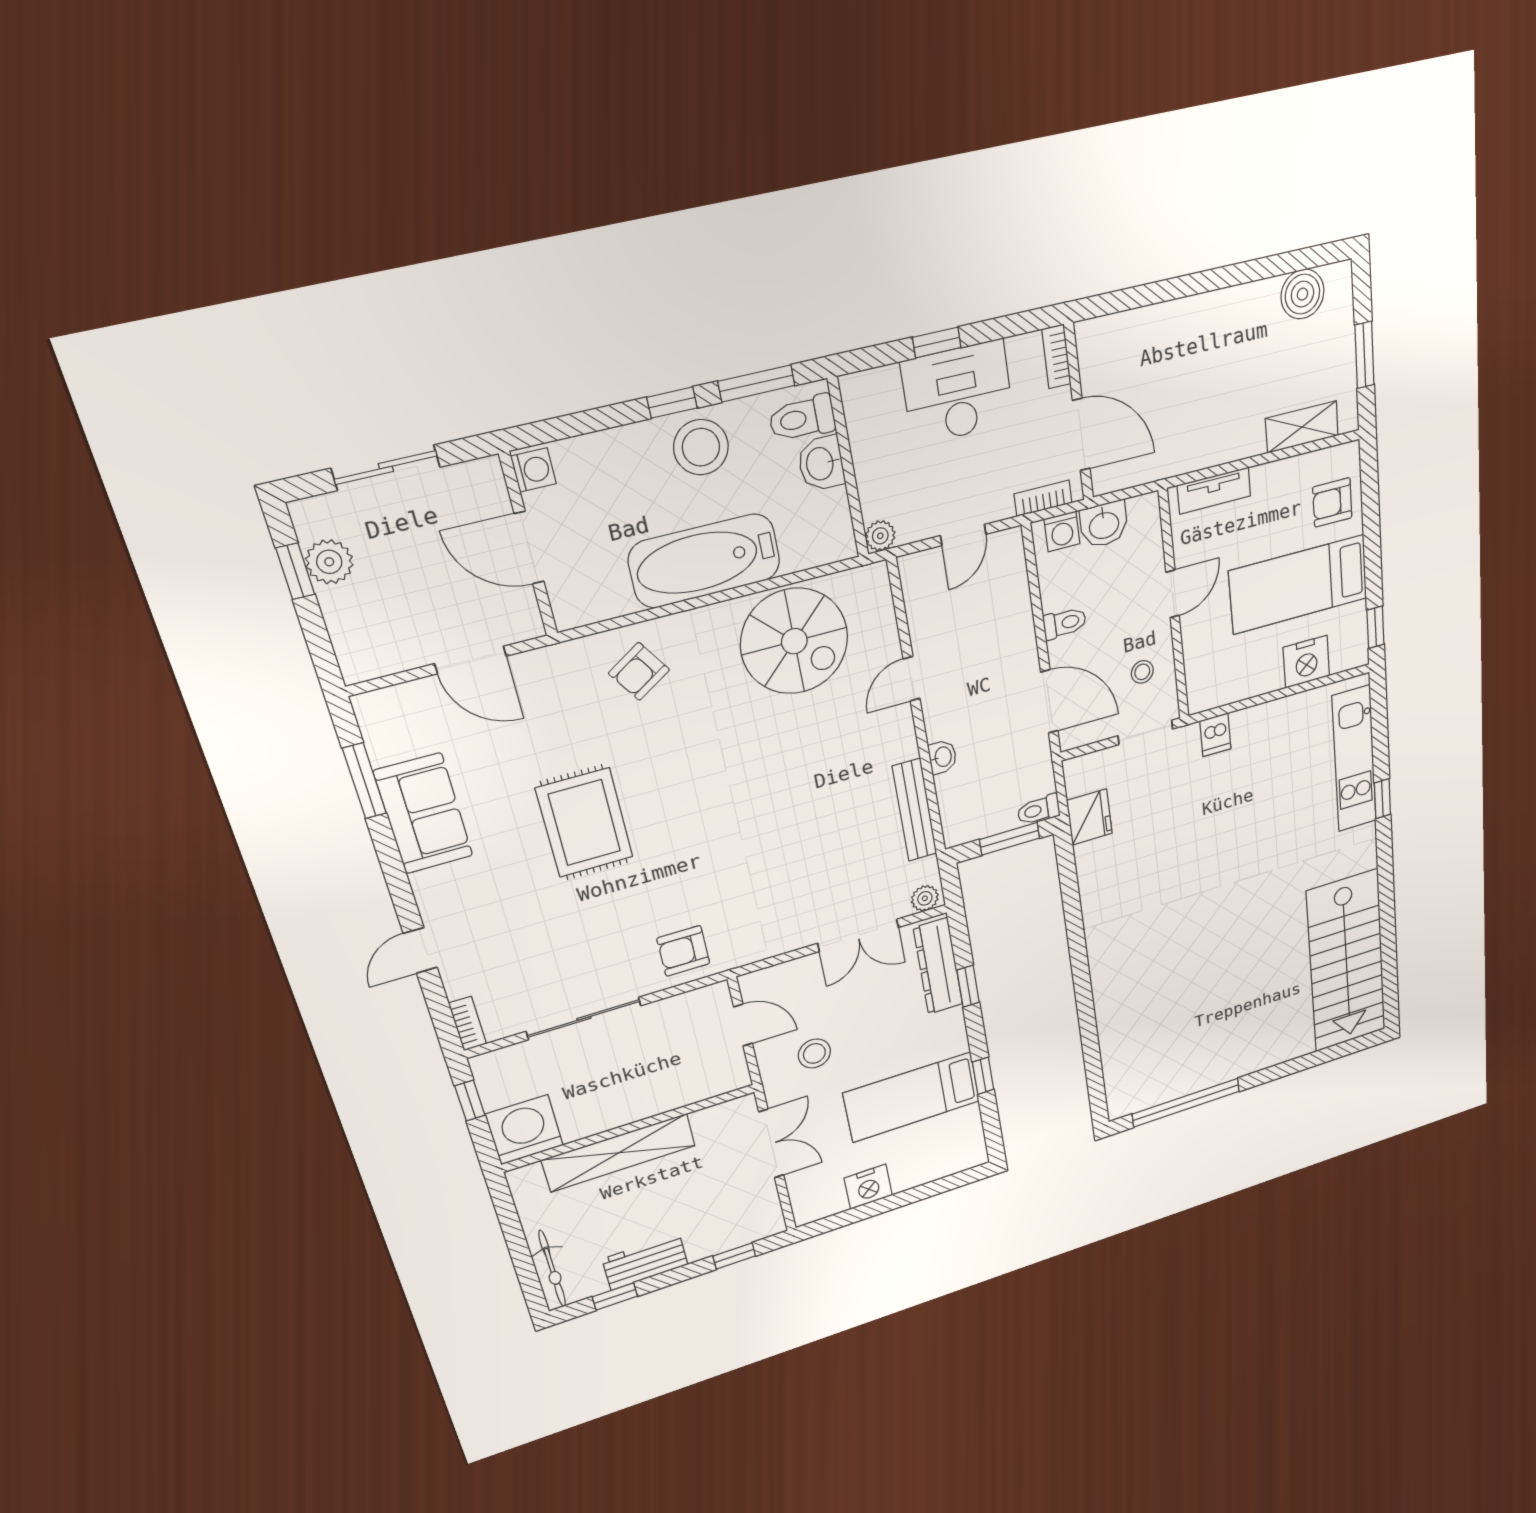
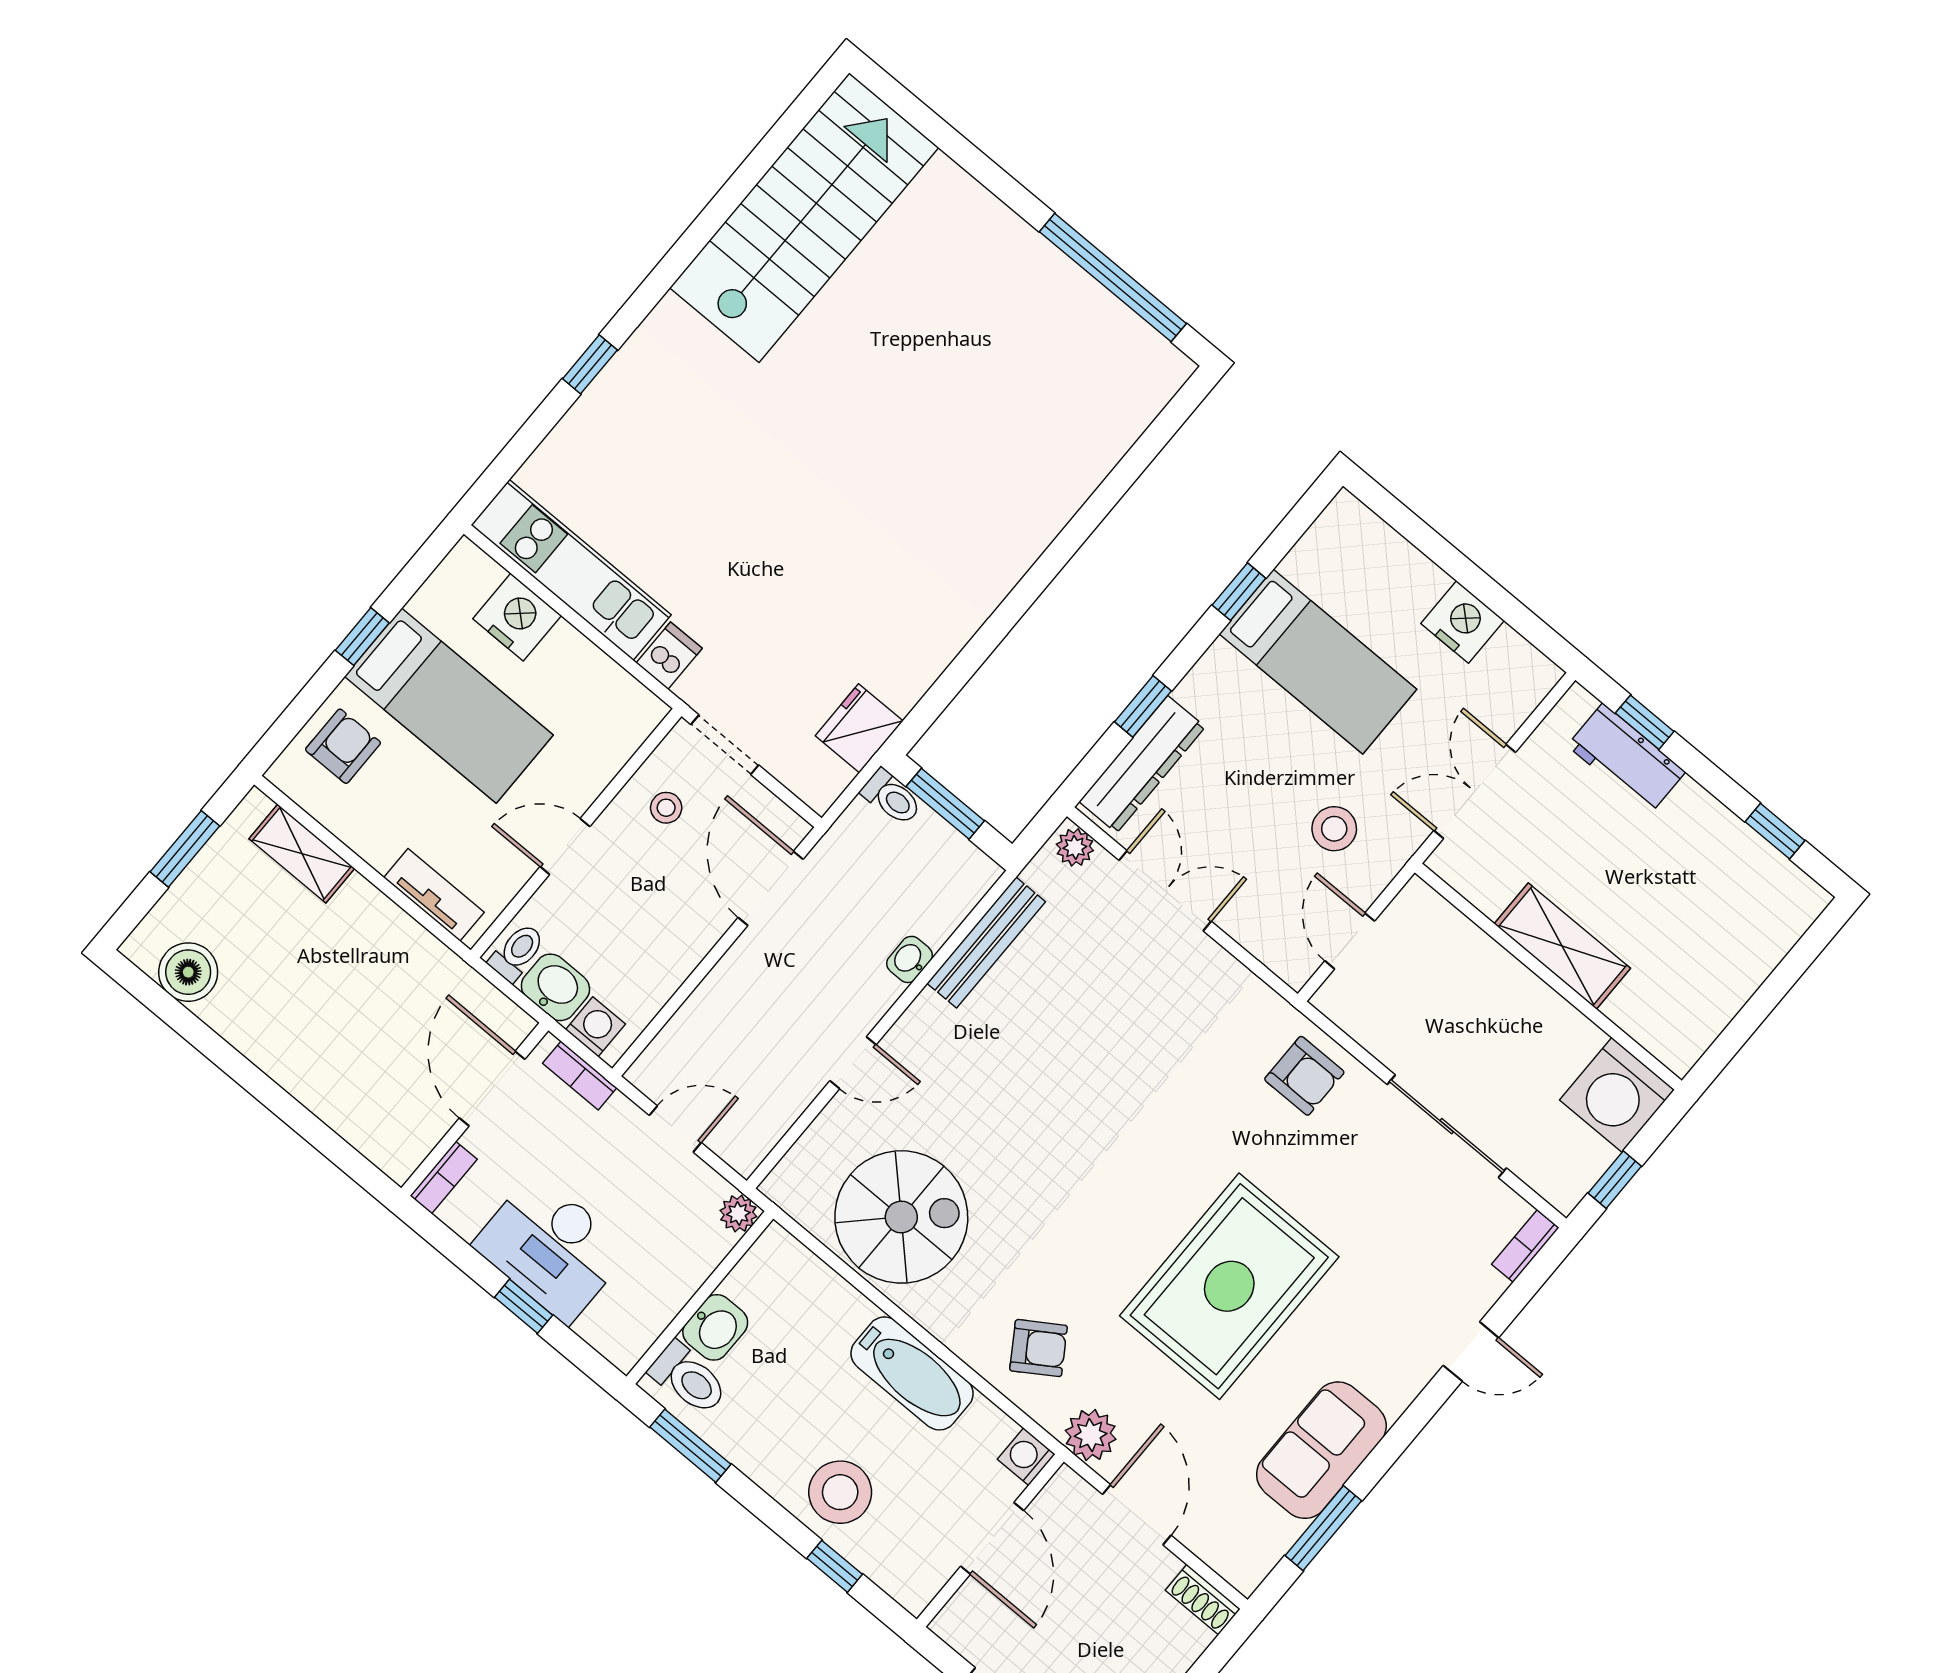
window: (672, 403) -> (835, 1566), moved
stool: (701, 447) -> (840, 1492), moved
washing machine: (533, 470) -> (1026, 1457), moved
armchair: (1332, 503) -> (343, 746), turned -90
bathtub: (705, 561) -> (912, 1373), width x0.73, depth x0.73
toilet: (1065, 623) -> (517, 952), moved, turned 90
window: (1375, 627) -> (362, 637), moved
spiral stairs: (794, 641) -> (901, 1217), turned 90
shoe rack: (372, 665) -> (1203, 1599), added
plant: (552, 666) -> (1091, 1435), added
kitchen unit: (1354, 759) -> (571, 570), moved, turned -90
rug: (584, 823) -> (1229, 1286), width x1.37, depth x1.44
shelving: (619, 1153) -> (1562, 946), width x0.68
workbench: (645, 1262) -> (1626, 759), moved
bicycle: (552, 1269) -> (1776, 935), removed

